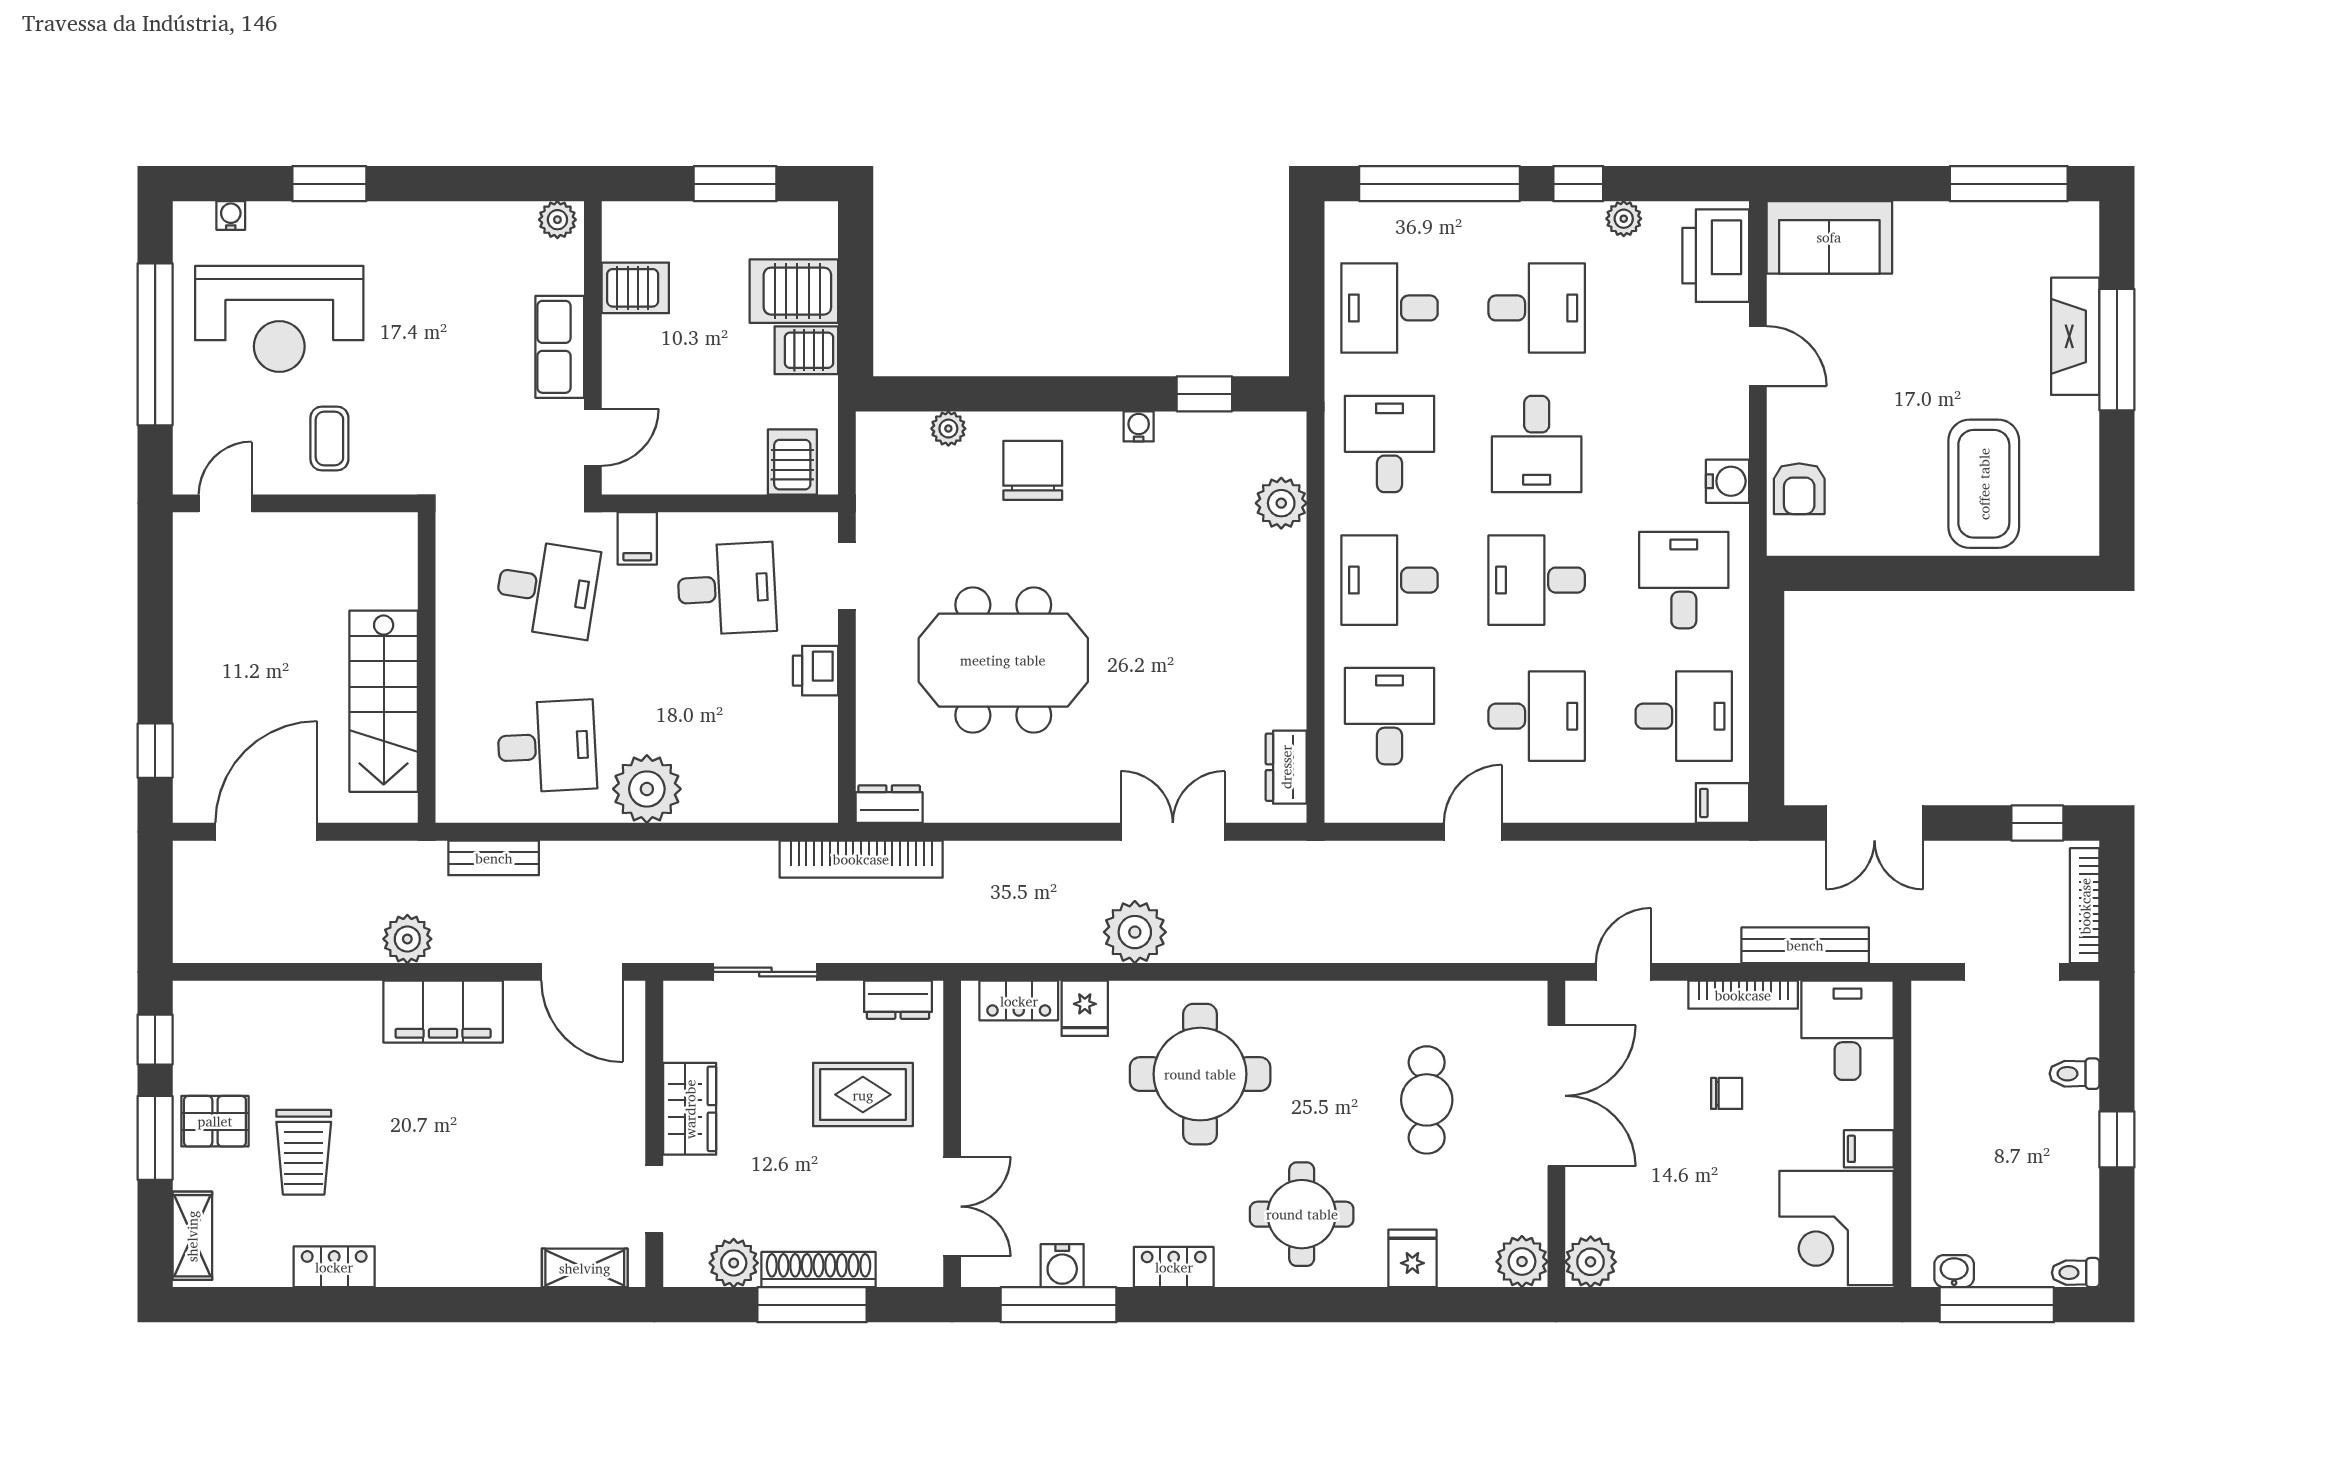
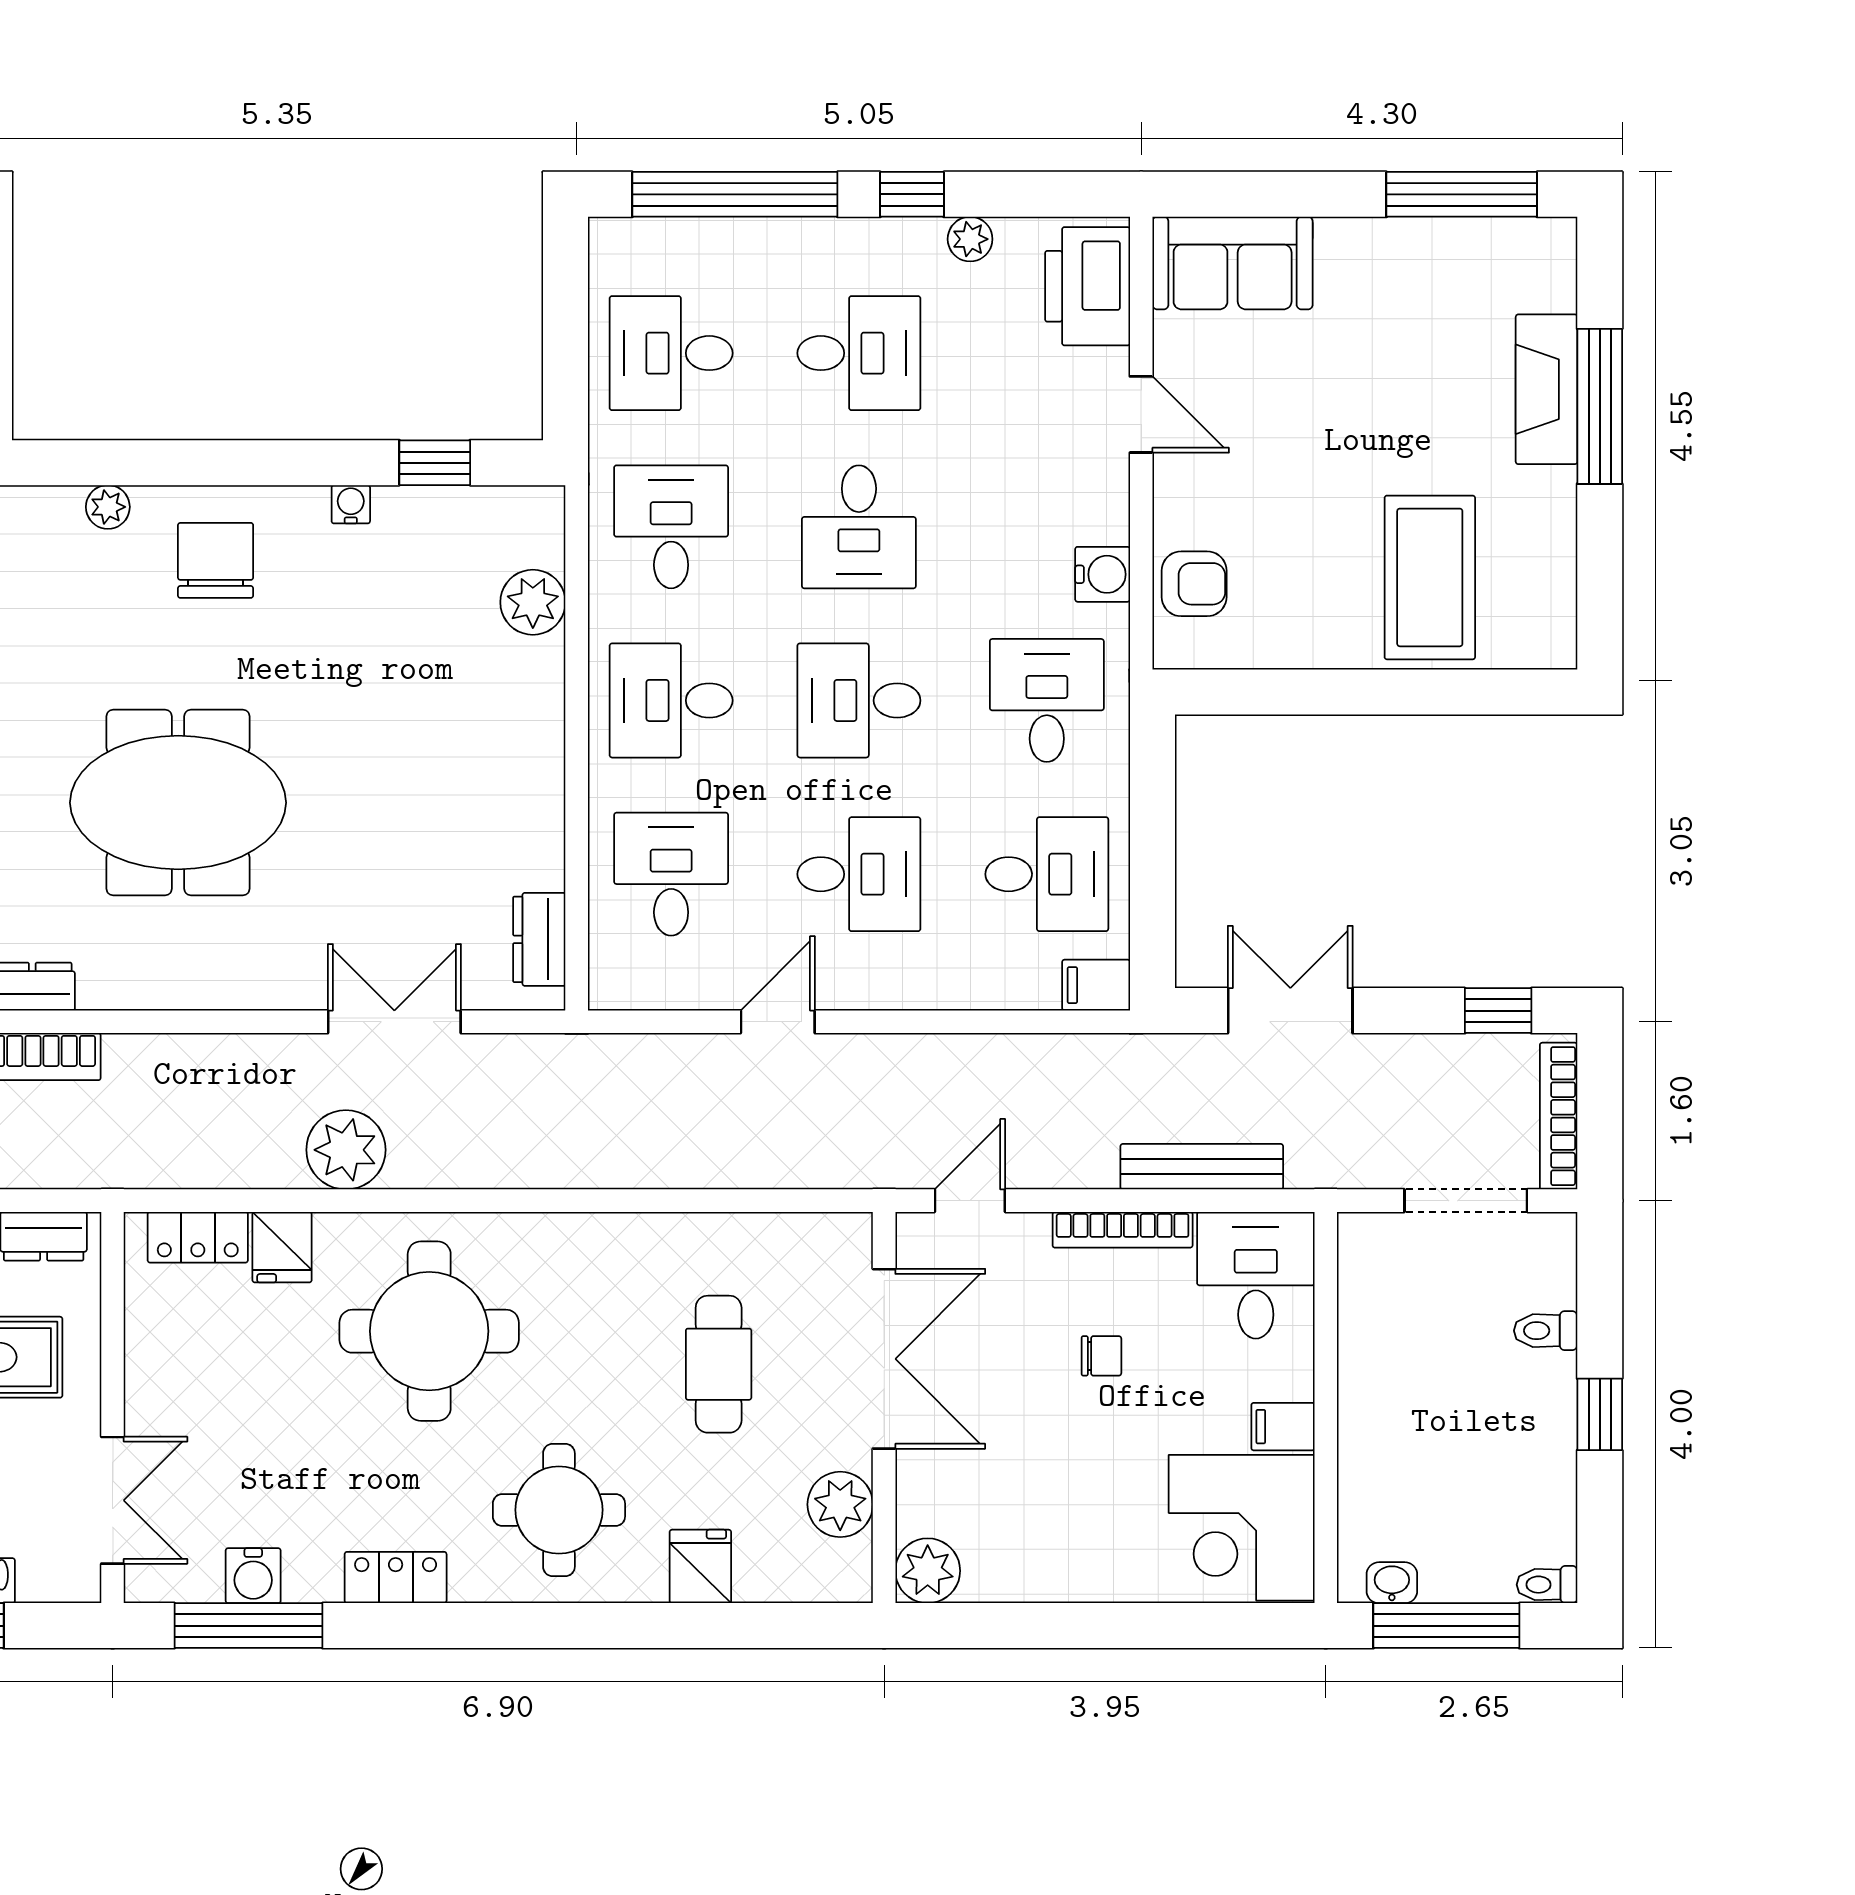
armchair: (1799, 489) -> (1194, 584), turned -90
double door: (1875, 823) -> (1290, 1011), swing flipped
plant: (1522, 1262) -> (840, 1504), moved

